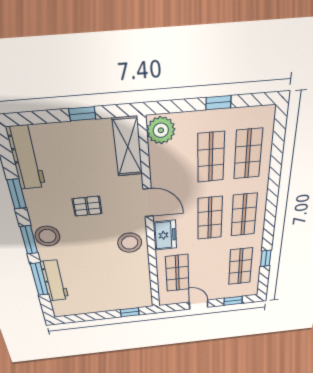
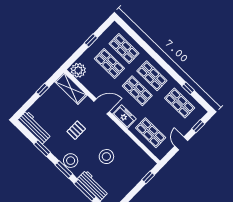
stool: (130, 243) -> (106, 157), moved
door: (199, 305) -> (181, 143), hinge flipped

